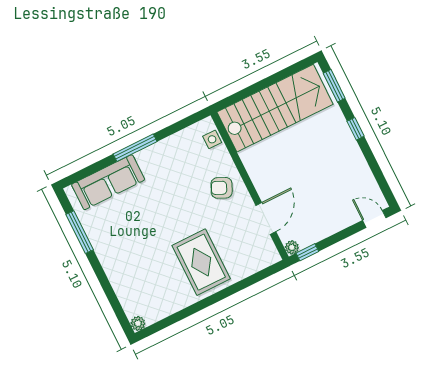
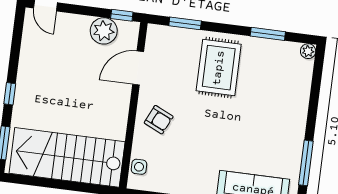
plant: (292, 247) -> (104, 31), moved, width x1.88, depth x1.88
window: (252, 280) -> (185, 23), added
window: (180, 316) -> (268, 34), added

